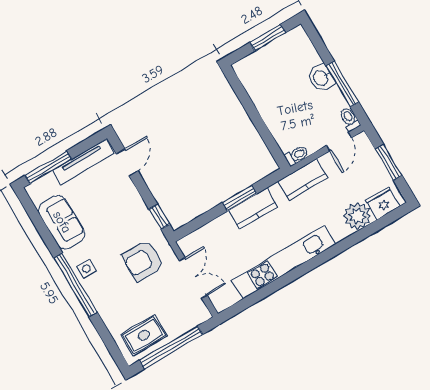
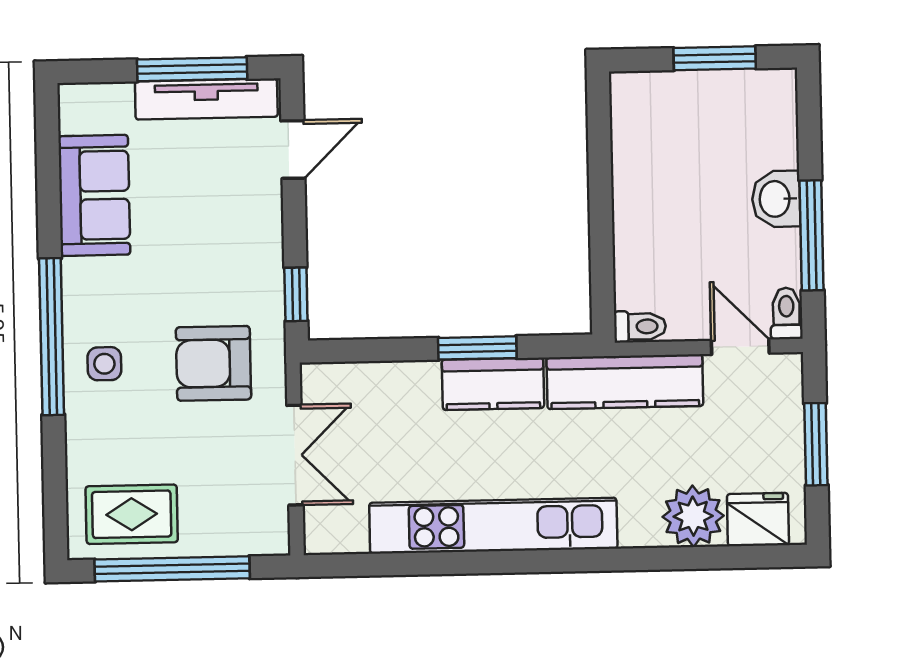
door: (339, 142) -> (740, 347), swing flipped
window: (48, 167) -> (192, 69), moved
kitchen counter: (303, 179) -> (625, 382), width x1.50
side table: (86, 269) -> (104, 364), moved

